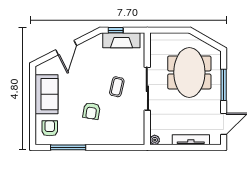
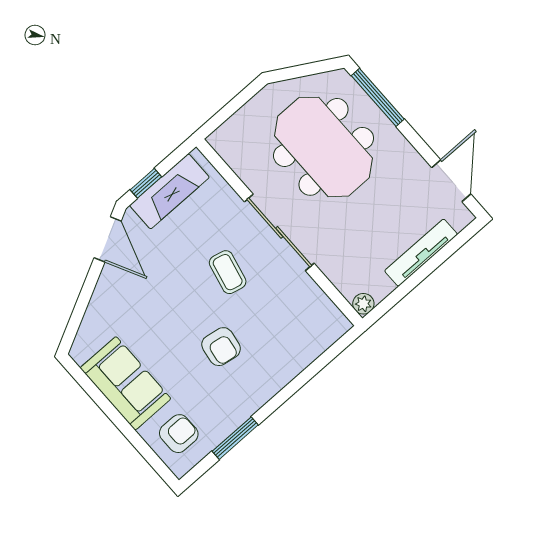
door: (66, 48) -> (108, 239), moved
window: (224, 85) -> (378, 97), moved
armchair: (50, 128) -> (179, 434), turned 90
window: (68, 147) -> (235, 438), width x0.69

